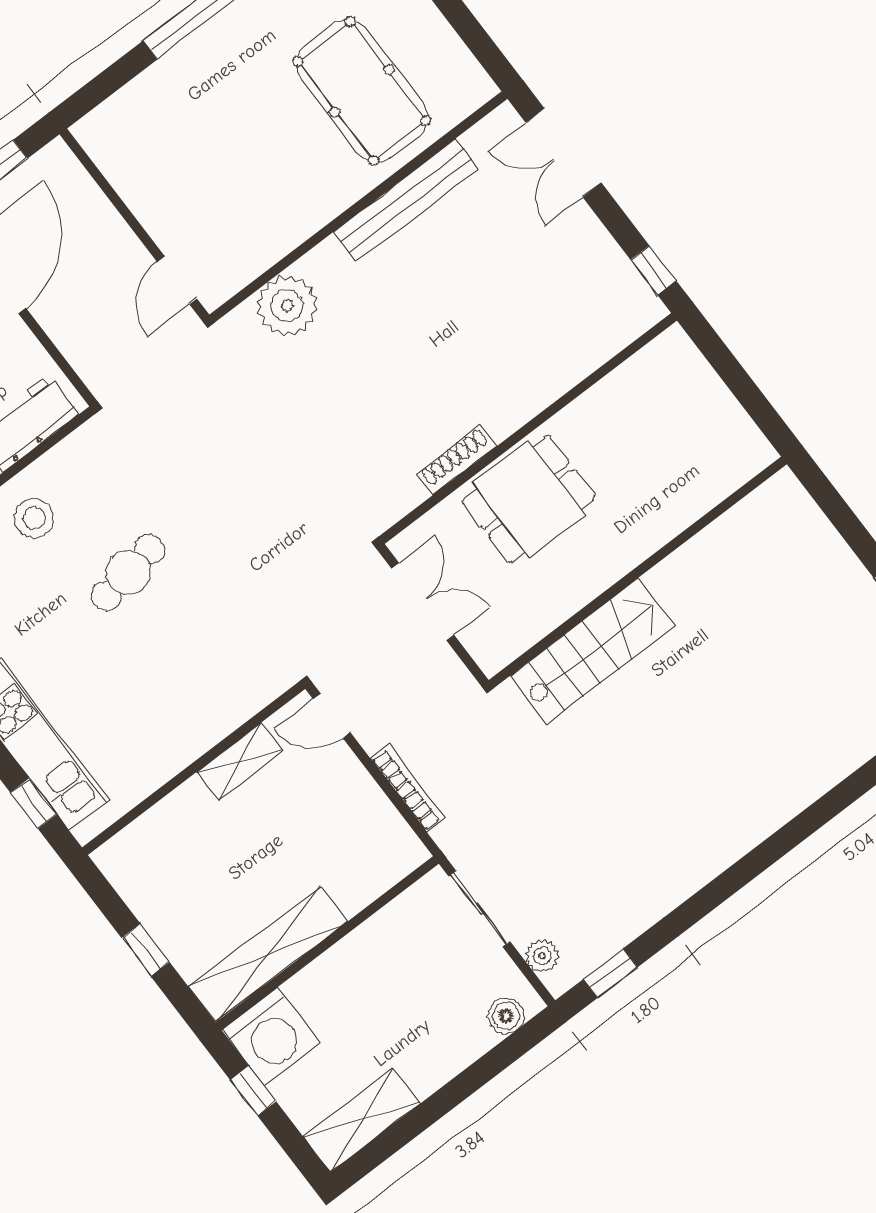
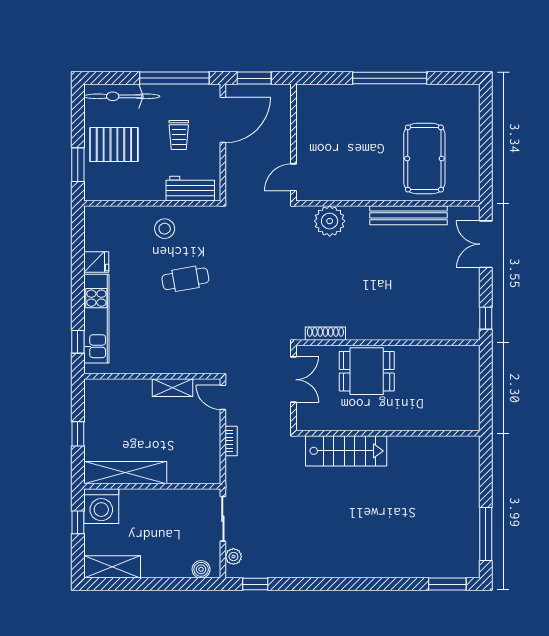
shoe rack: (456, 460) -> (325, 334), moved
bookcase: (408, 788) -> (231, 441), width x0.64

